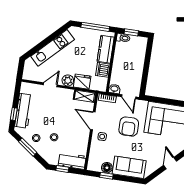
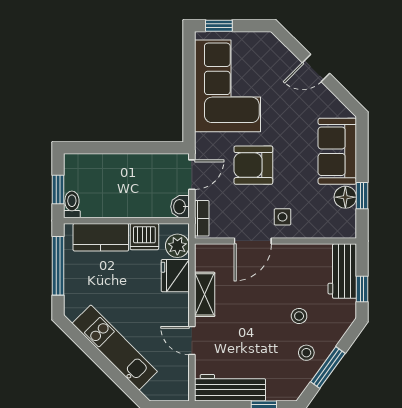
plant: (68, 80) -> (177, 246), moved
shelving: (85, 96) -> (205, 294), moved
workbench: (23, 111) -> (230, 388), moved
armchair: (129, 127) -> (253, 165), turned 180

